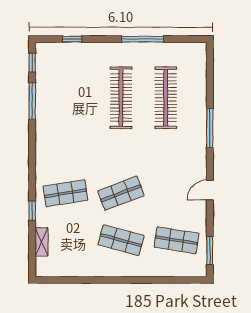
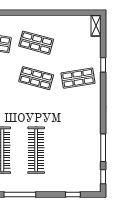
shop shelf: (121, 193) -> (36, 78), turned 36
shelving: (42, 242) -> (96, 26), moved

